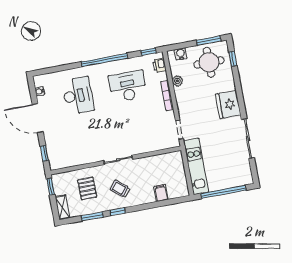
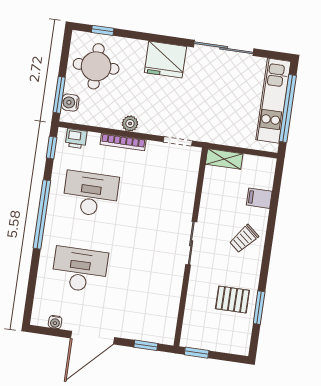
window: (209, 41) -> (59, 95), moved
plant: (177, 81) -> (130, 124), moved
desk: (128, 86) -> (91, 194), turned 90
kitchen unit: (196, 166) -> (273, 101), moved, turned -90
pallet: (87, 188) -> (232, 300), moved
trolley: (120, 189) -> (244, 239), moved
shelving: (62, 207) -> (224, 159), moved
window: (117, 212) -> (265, 269), removed

